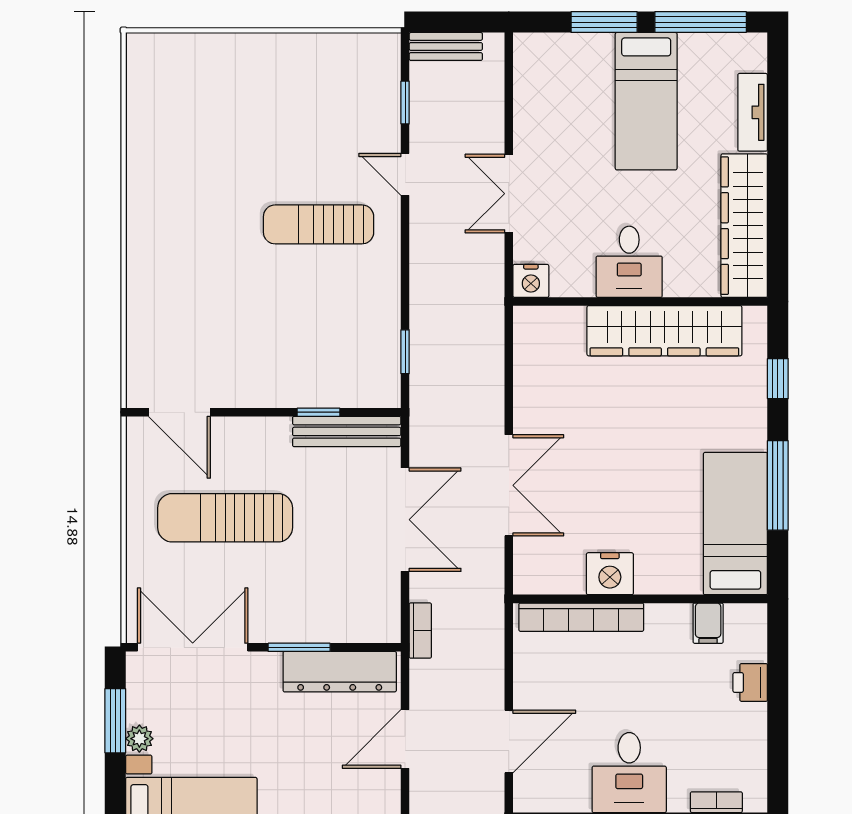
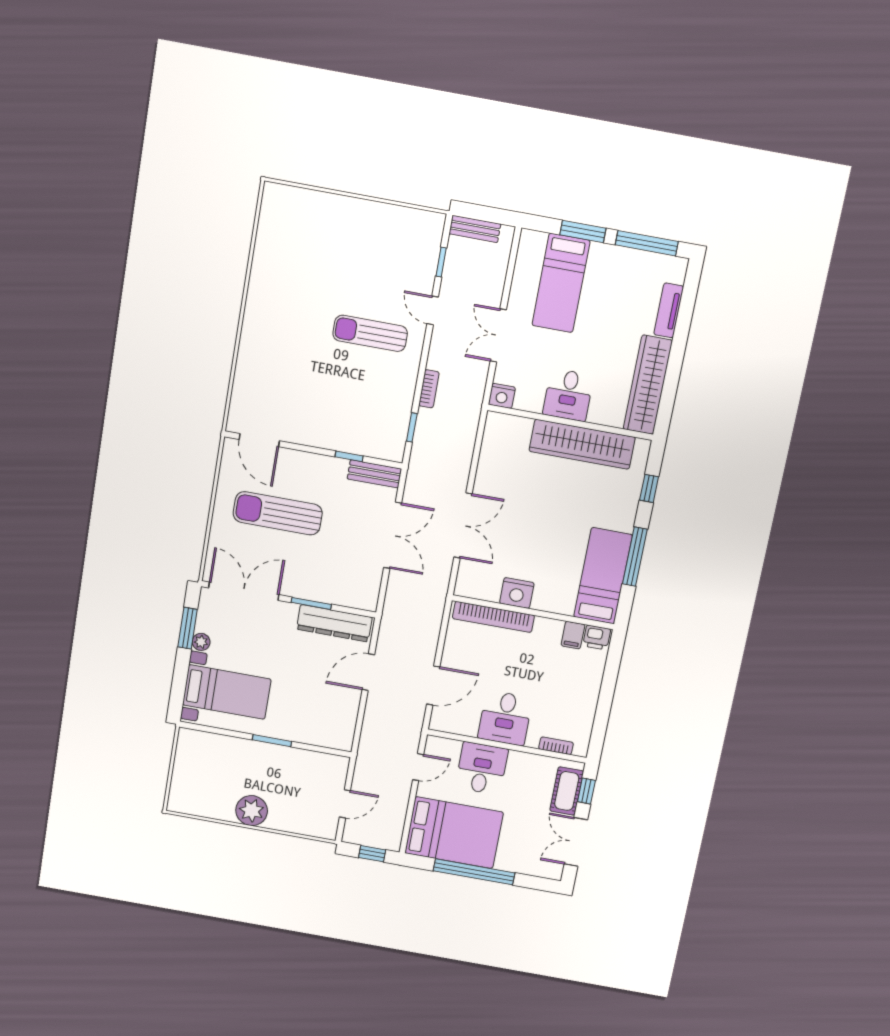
bed: (646, 101) -> (561, 283), moved
bench: (347, 431) -> (374, 474), width x0.73
bookcase: (420, 631) -> (429, 389), moved
printer: (750, 682) -> (597, 637), moved, turned -90

